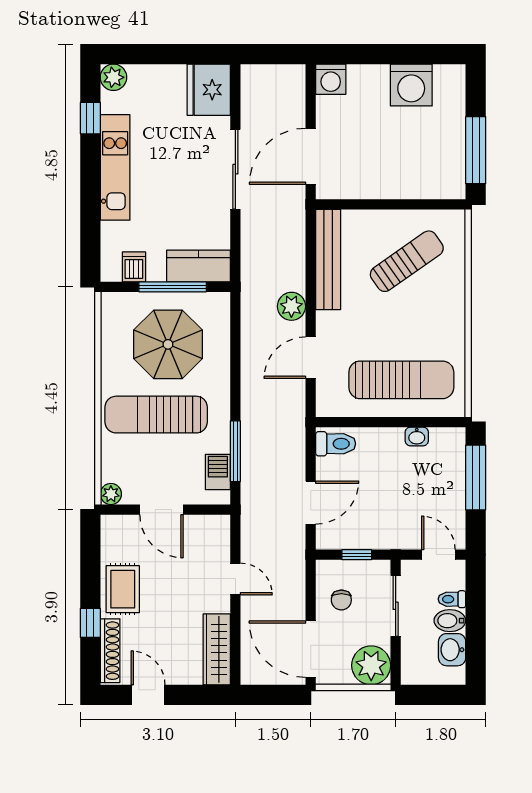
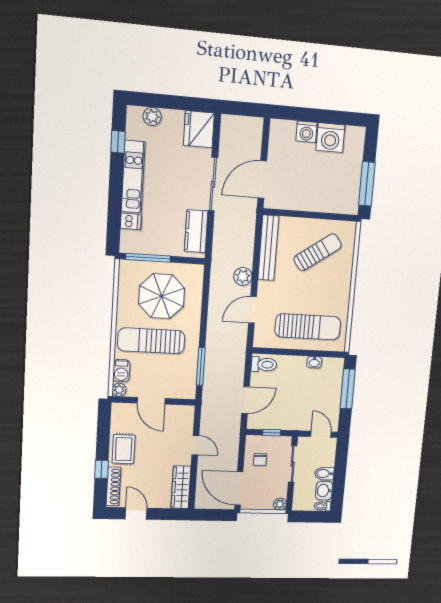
plant: (113, 77) -> (152, 116), moved
washing machine: (331, 79) -> (307, 132), moved
kitchen counter: (199, 266) -> (196, 231), moved, turned -90
dishwasher: (134, 267) -> (131, 221), moved, turned 90
window: (173, 287) -> (148, 258), moved
barbecue: (218, 472) -> (121, 371), moved, turned 180
toilet: (452, 599) -> (323, 506), moved
plant: (371, 665) -> (280, 504), width x0.53, depth x0.53

